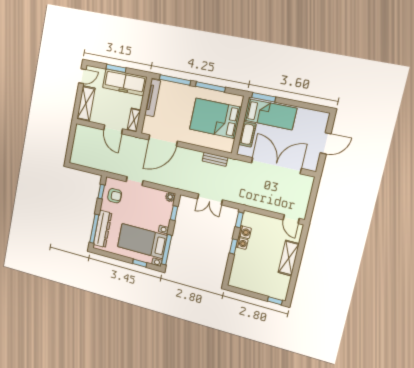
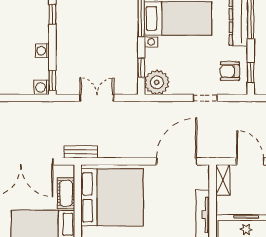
bed: (215, 118) -> (112, 197), width x1.36
bench: (215, 159) -> (81, 152), moved
plant: (170, 197) -> (157, 82), width x1.87, depth x1.87
washing machine: (245, 232) -> (42, 87), moved
window: (233, 246) -> (52, 14), moved

